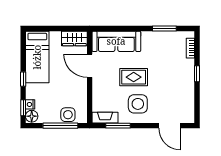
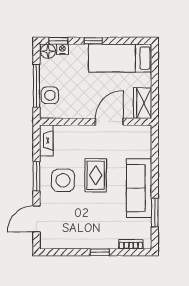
sofa: (116, 41) -> (139, 188), moved
window: (118, 126) -> (37, 176), moved

